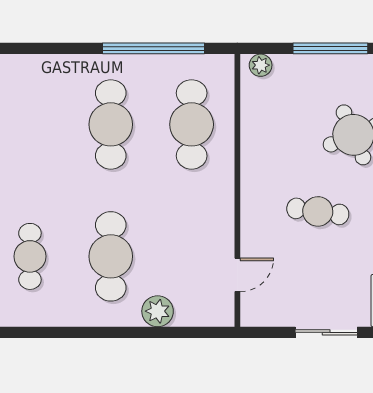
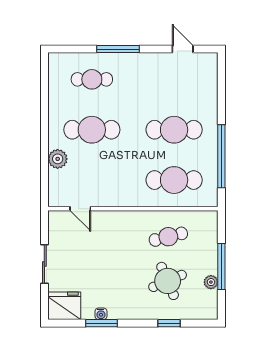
plant: (261, 65) -> (211, 282), moved
cafe table: (318, 211) -> (168, 237), moved, turned 68

